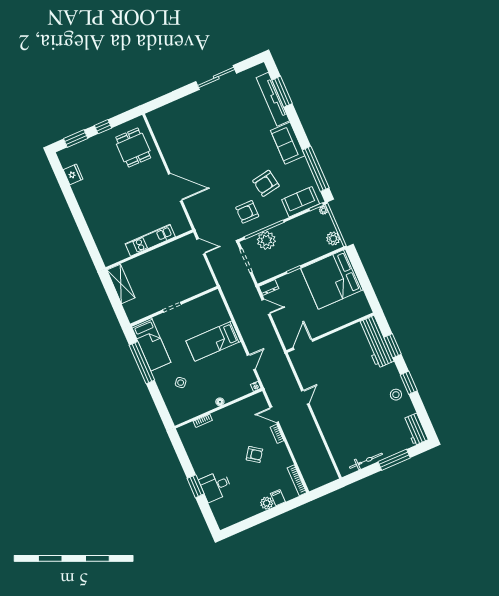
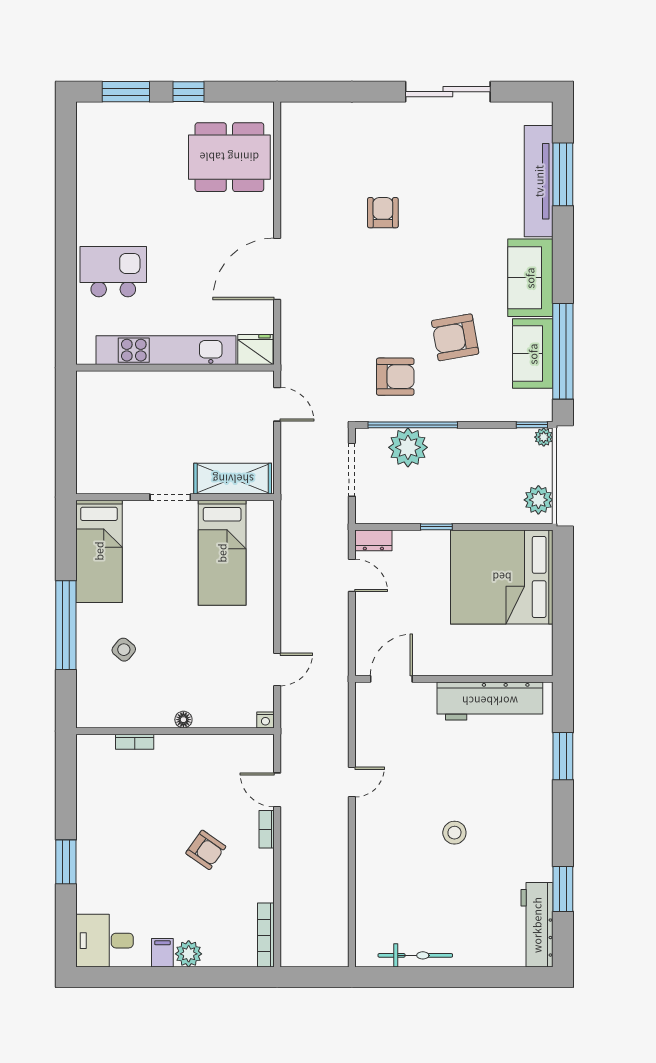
armchair: (211, 143) -> (383, 213), added
dining table: (133, 148) -> (229, 157), width x1.37
fridge: (73, 174) -> (255, 350), moved, turned -90
door: (175, 187) -> (277, 269), swing flipped
sofa: (301, 202) -> (533, 354), moved, turned -90
armchair: (247, 212) -> (395, 377), turned 180
kitchen island: (104, 220) -> (113, 272), added
kitchen unit: (150, 240) -> (166, 350), width x1.36
shelving: (121, 284) -> (233, 479), moved, turned 90
bed: (213, 341) -> (222, 553), moved, turned -90
workbench: (376, 342) -> (490, 701), moved, turned -90
window: (142, 363) -> (66, 625), moved
window: (409, 383) -> (563, 889), moved
stool: (396, 395) -> (454, 833), moved
workbench: (415, 429) -> (537, 925), width x1.38
window: (394, 460) -> (471, 977), removed
desk: (216, 486) -> (105, 941), moved
filing cabinet: (278, 498) -> (162, 953), moved

